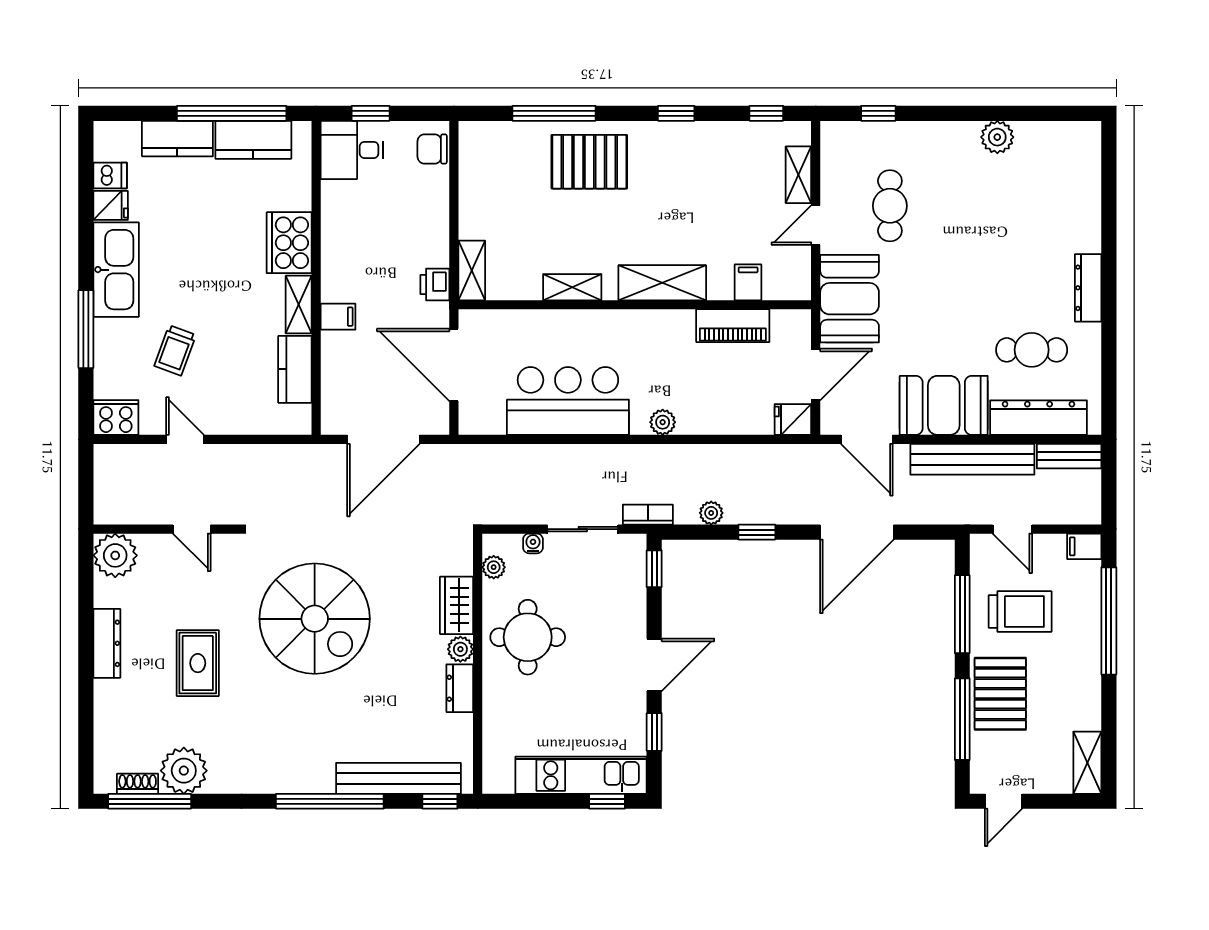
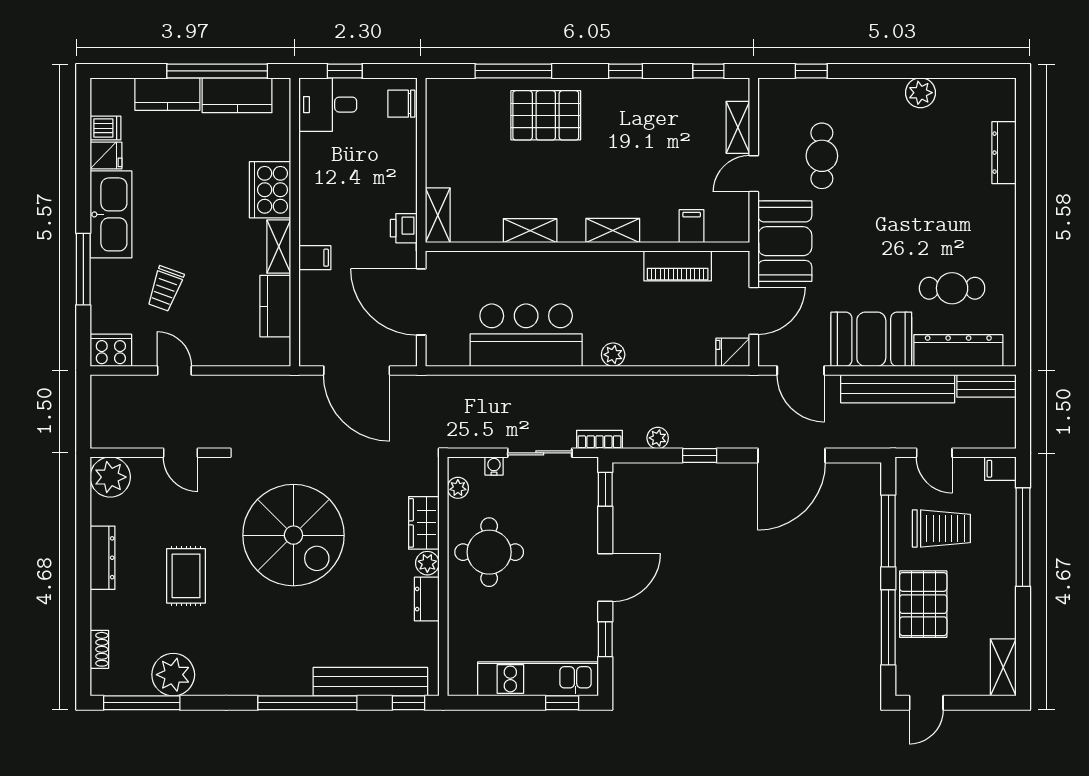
shelving: (662, 283) -> (613, 231), width x0.67, depth x0.75
dresser: (1088, 288) -> (1004, 153), moved
door: (383, 439) -> (357, 370), hinge flipped
shoe rack: (138, 784) -> (99, 649), moved, turned 90

